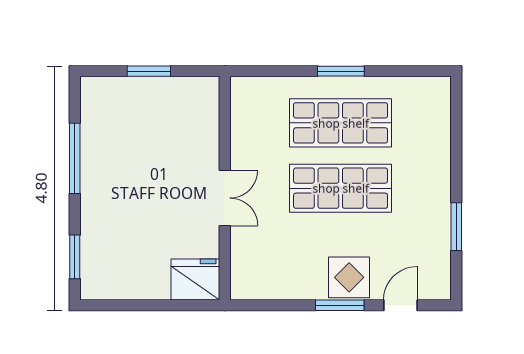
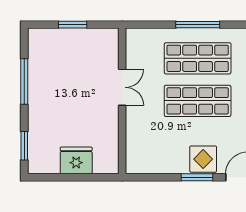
window: (341, 71) -> (198, 25), width x1.44
double door: (225, 198) -> (122, 87), moved
fridge: (195, 279) -> (76, 160), moved

